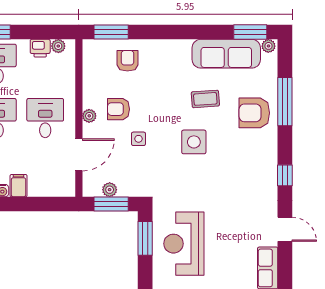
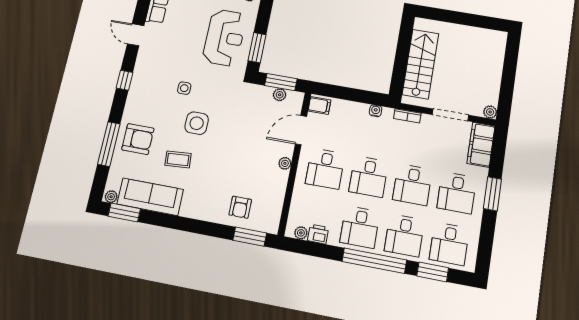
armchair: (118, 109) -> (257, 165), removed
side table: (138, 139) -> (184, 88), moved
filing cabinet: (19, 186) -> (319, 105), moved, turned -90

